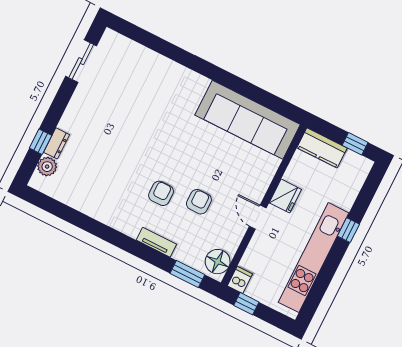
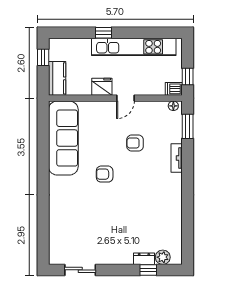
armchair: (161, 193) -> (105, 174), moved
floor lamp: (218, 262) -> (173, 106), width x0.53, depth x0.53

